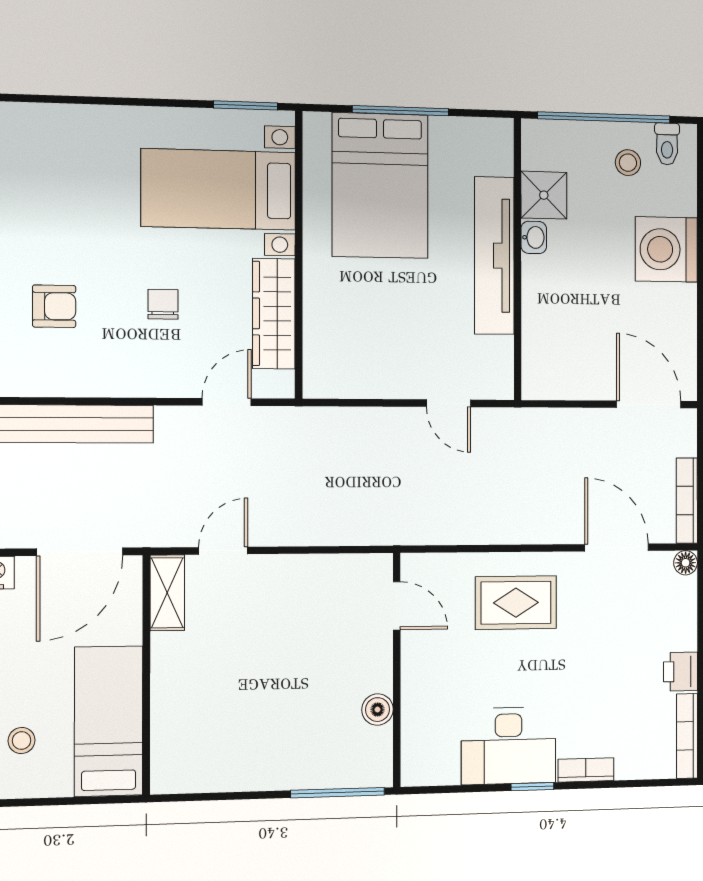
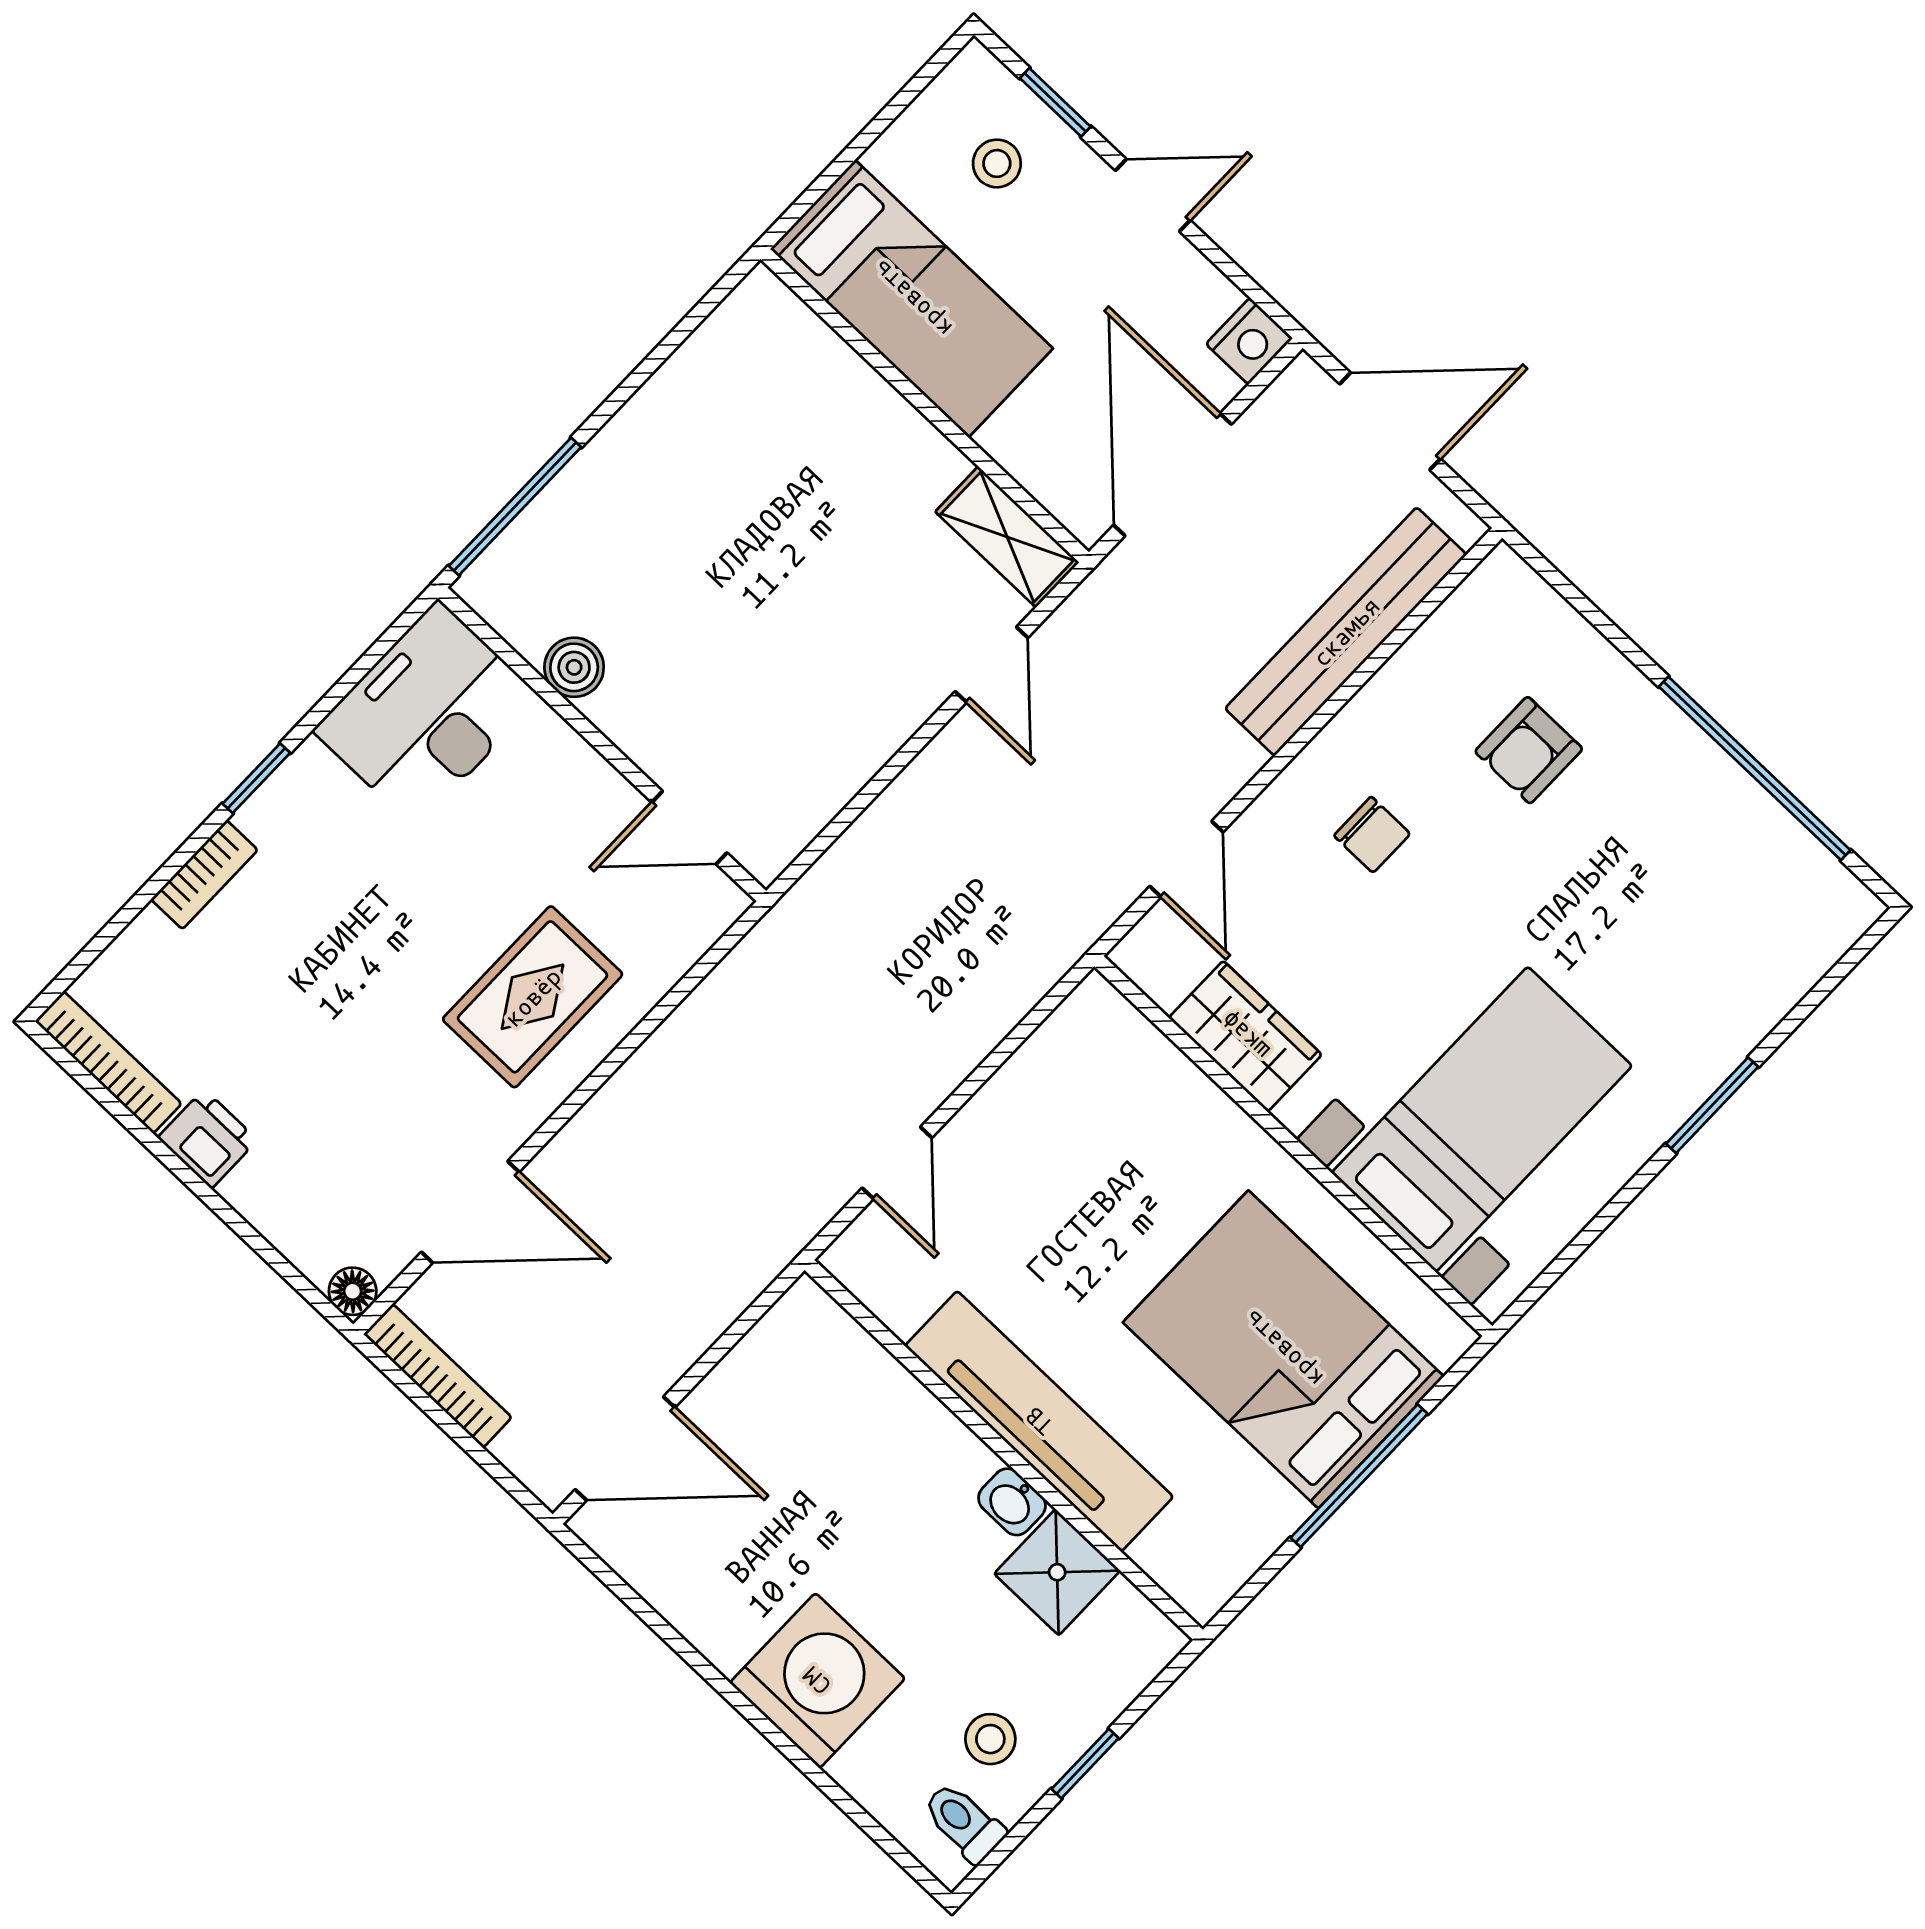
window: (246, 105) -> (1712, 1105), moved
window: (604, 117) -> (1085, 1764), width x0.32
chair: (163, 304) -> (1372, 835), moved
wardrobe: (274, 314) -> (1245, 1036), width x0.67
door: (448, 403) -> (897, 1163), swing flipped
desk: (509, 746) -> (427, 714), moved

